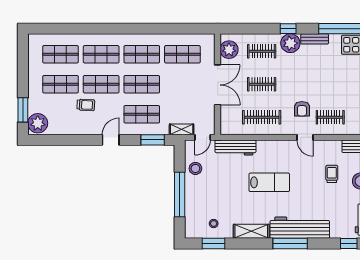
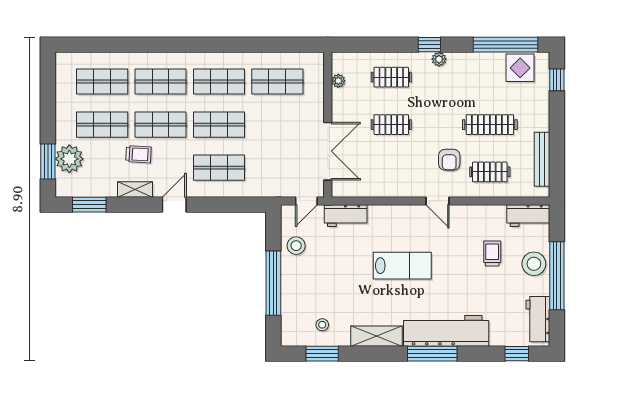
bench: (315, 39) -> (468, 59), removed
plant: (290, 43) -> (439, 59), width x0.53, depth x0.53
plant: (229, 50) -> (338, 81), width x0.53, depth x0.53
double door: (218, 85) -> (328, 151), moved
clothes rail: (262, 117) -> (490, 125), moved
plant: (38, 123) -> (69, 159), moved
shelving: (182, 129) -> (135, 189), moved
door: (305, 137) -> (438, 201), moved
window: (153, 140) -> (89, 205), moved
workbench: (235, 148) -> (346, 216), width x0.73

